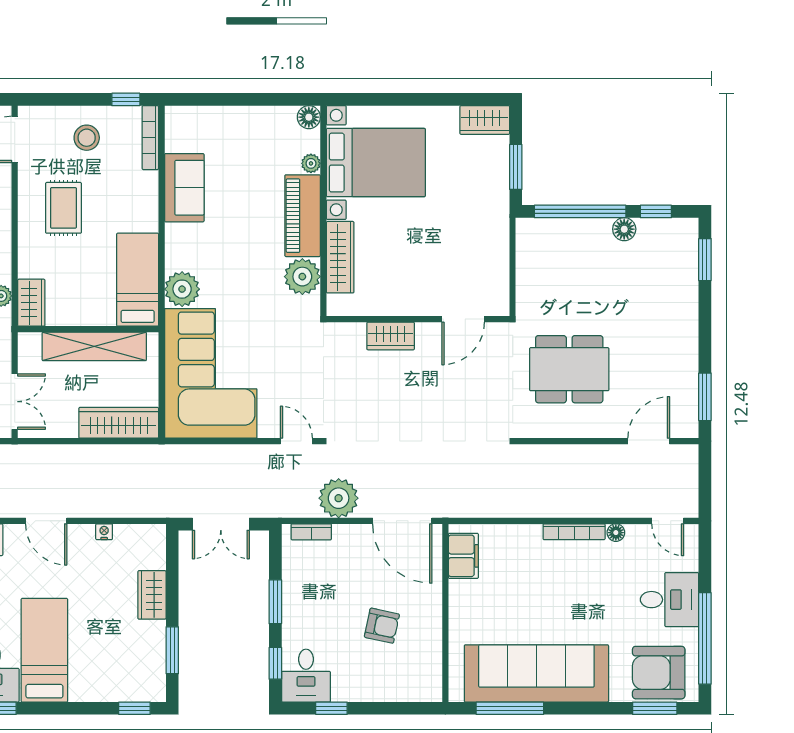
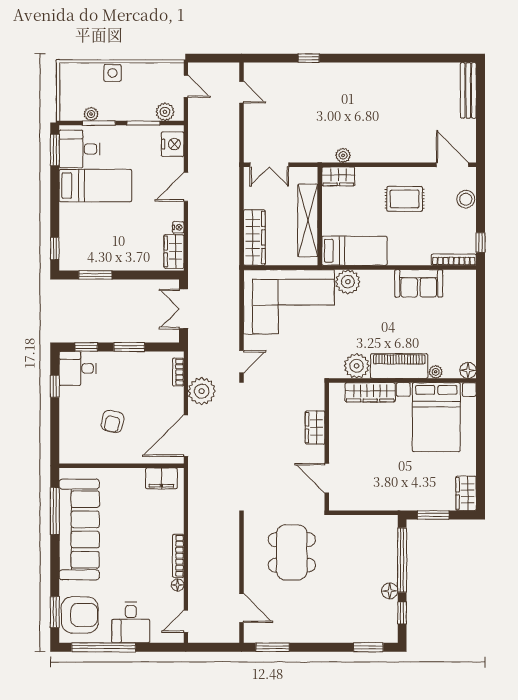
stool: (87, 138) -> (466, 199), moved
wardrobe: (152, 595) -> (174, 251), moved, turned -90
armchair: (659, 673) -> (80, 615), turned 90

